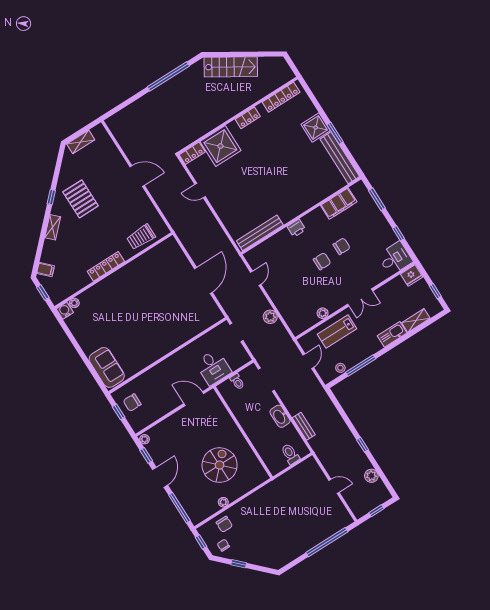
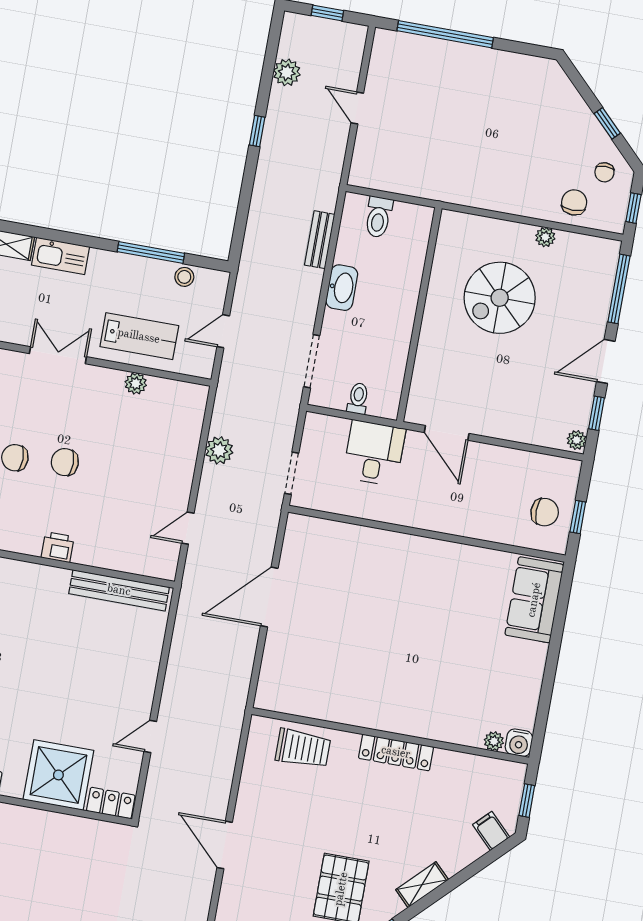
door: (200, 191) -> (150, 736), swing flipped

